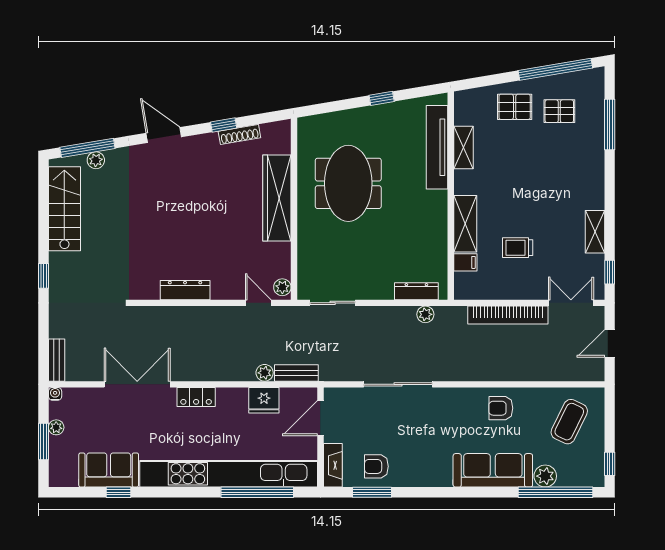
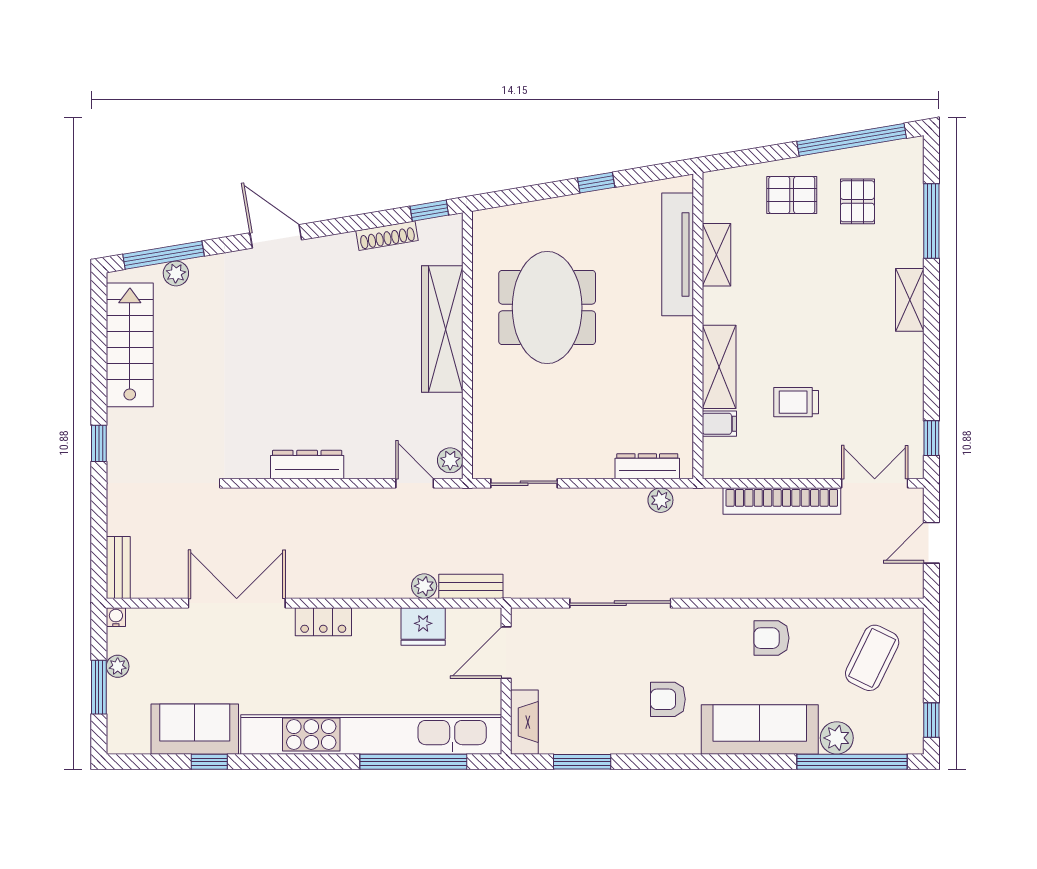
pallet: (559, 111) -> (857, 201), turned 90
window: (224, 125) -> (429, 211), moved
shelving: (595, 232) -> (910, 300), moved
armchair: (376, 466) -> (668, 699), moved

